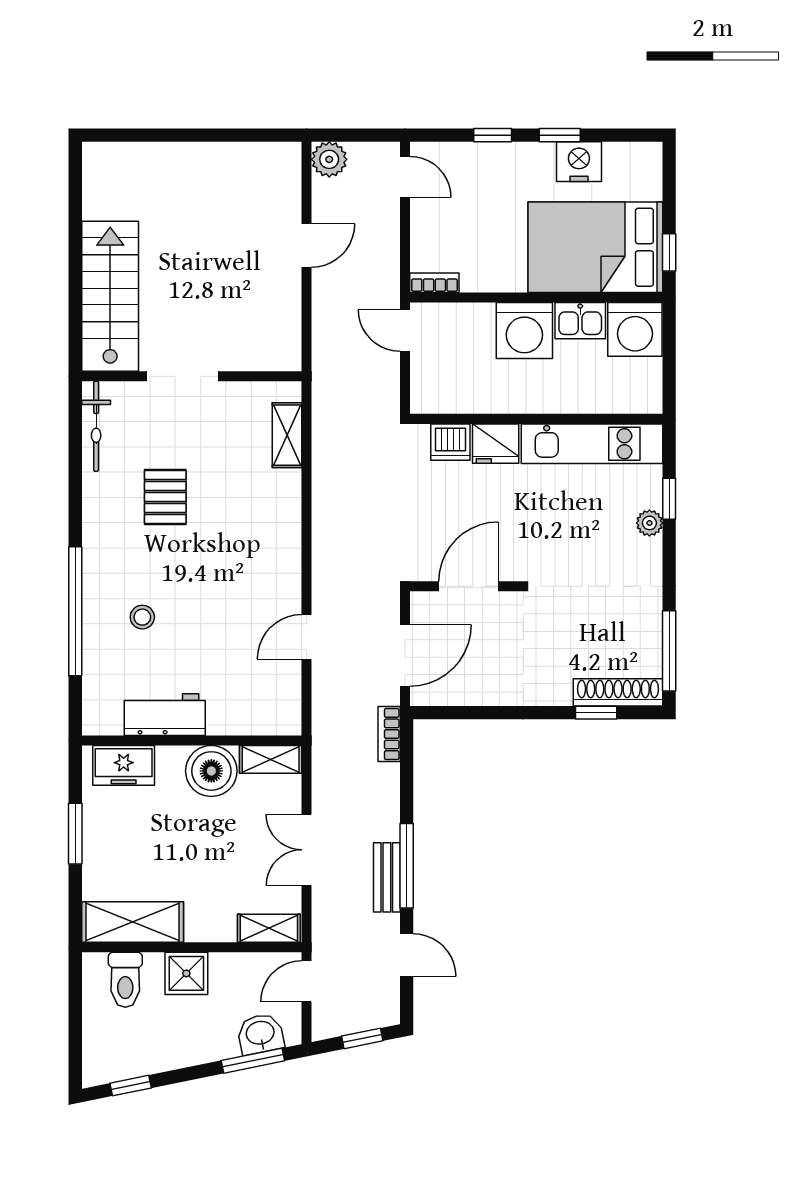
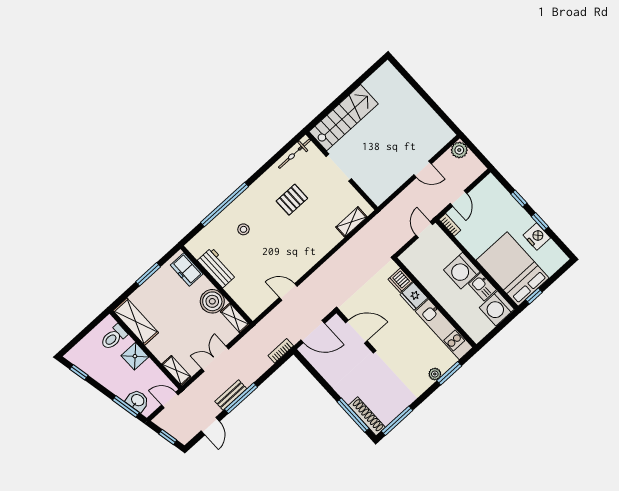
door: (405, 177) -> (458, 198), moved
window: (669, 499) -> (449, 373), width x1.50
window: (596, 713) -> (353, 415), width x2.17

